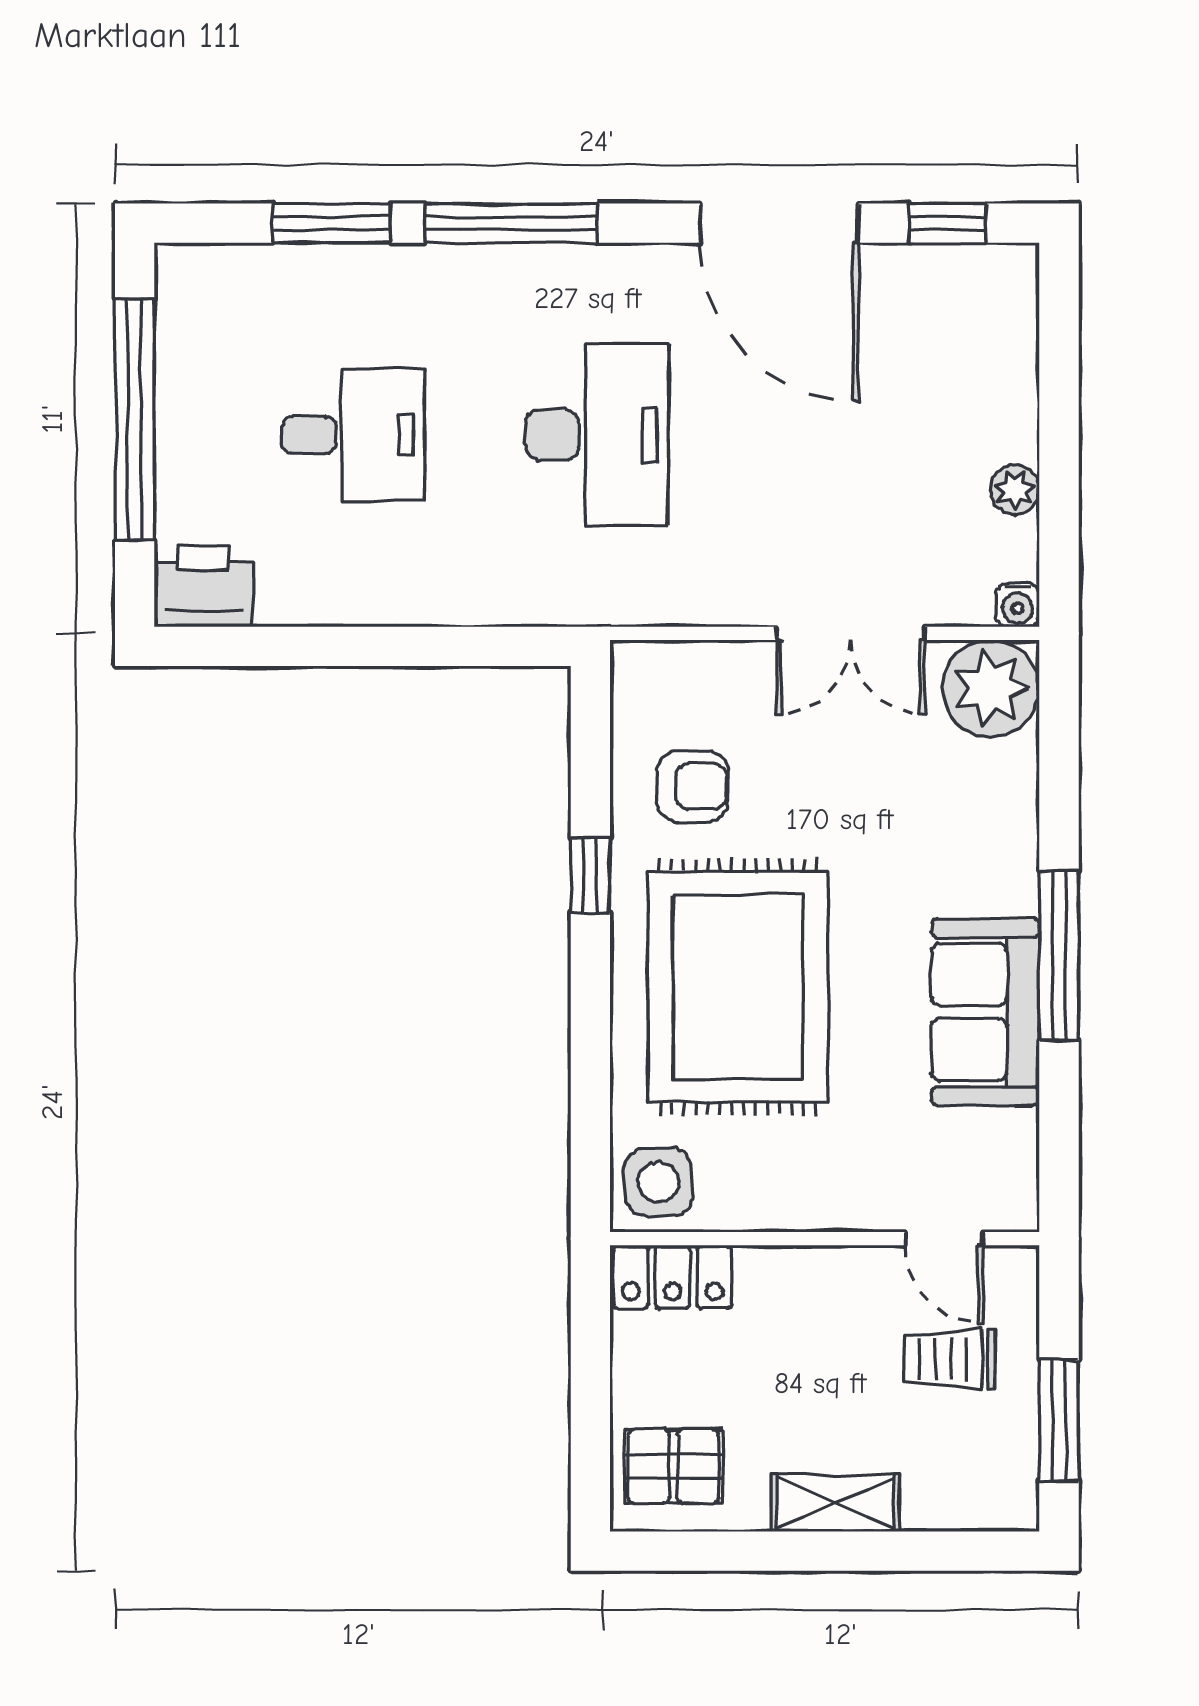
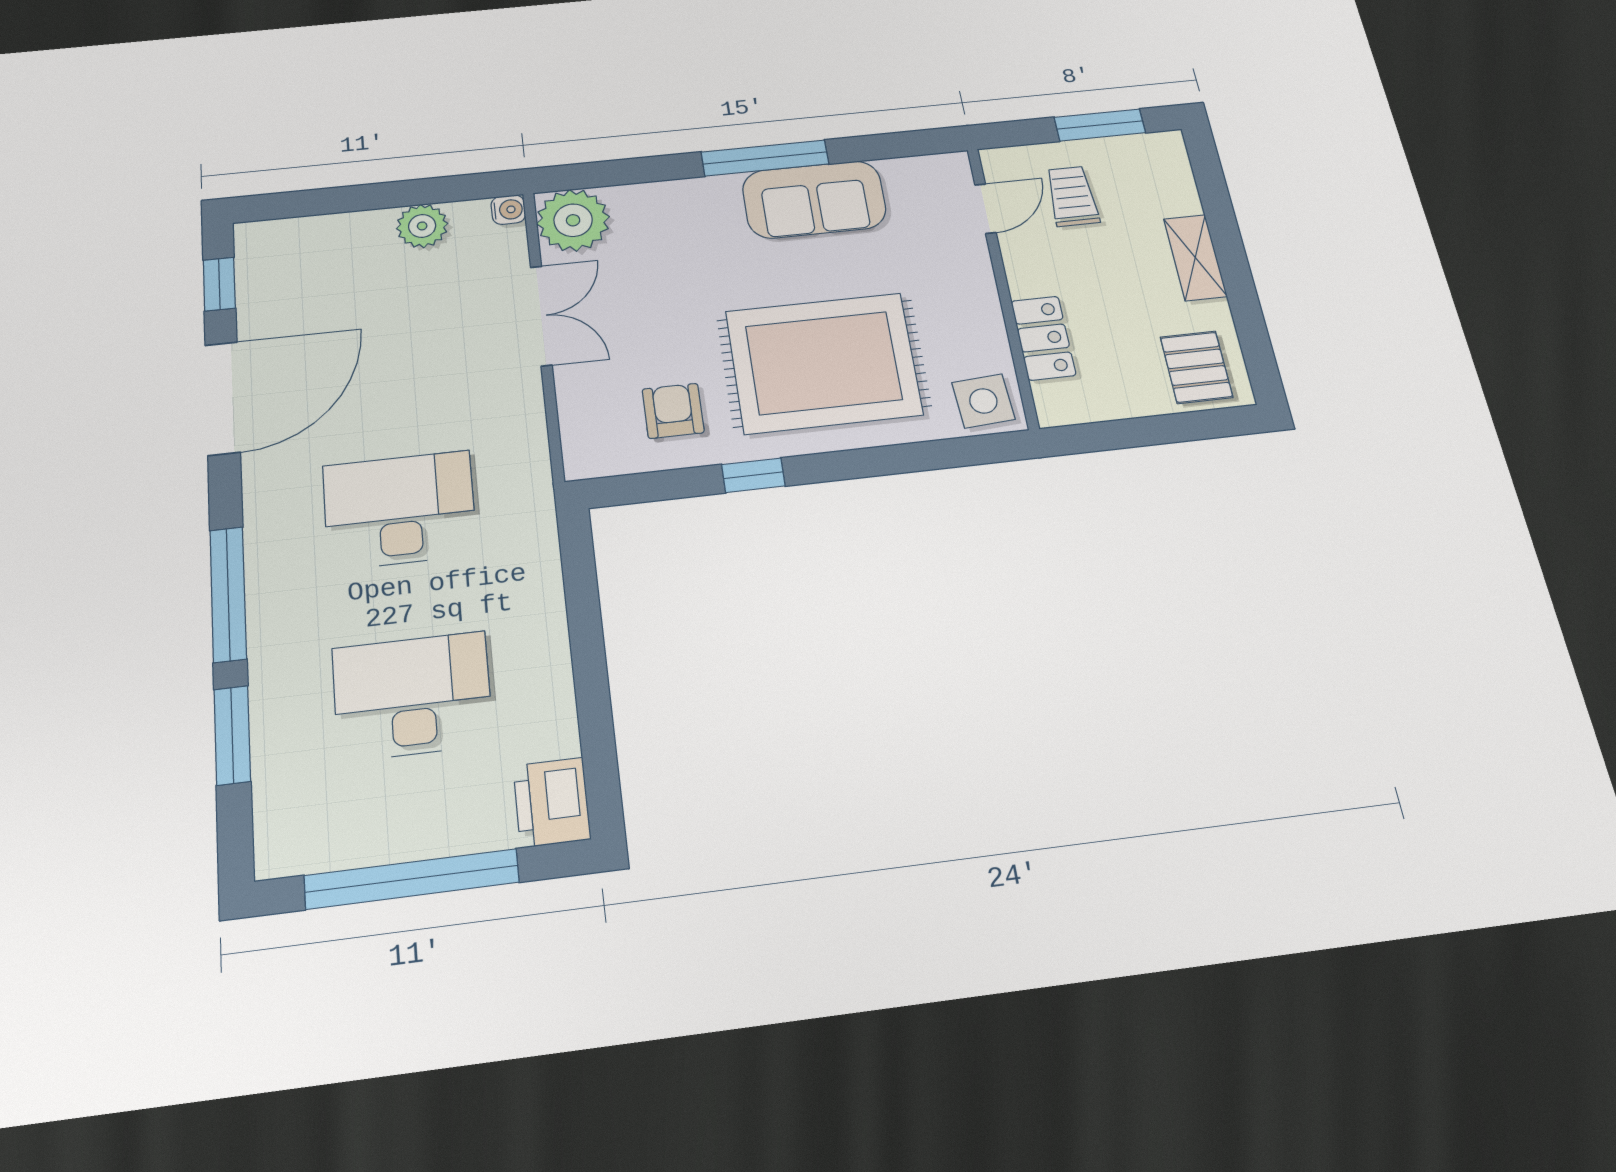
desk: (353, 435) -> (412, 696), width x1.37
plant: (1015, 490) -> (422, 226), width x1.38, depth x1.38
locker: (673, 1277) -> (1043, 338), moved
trolley: (950, 1359) -> (1072, 196), turned 180

